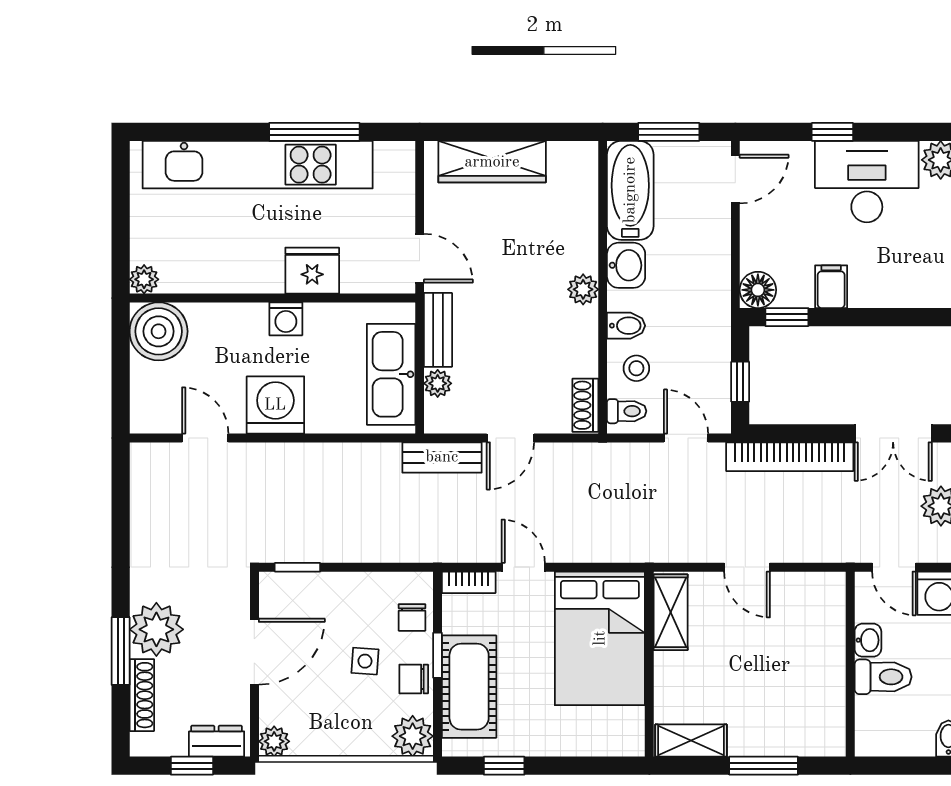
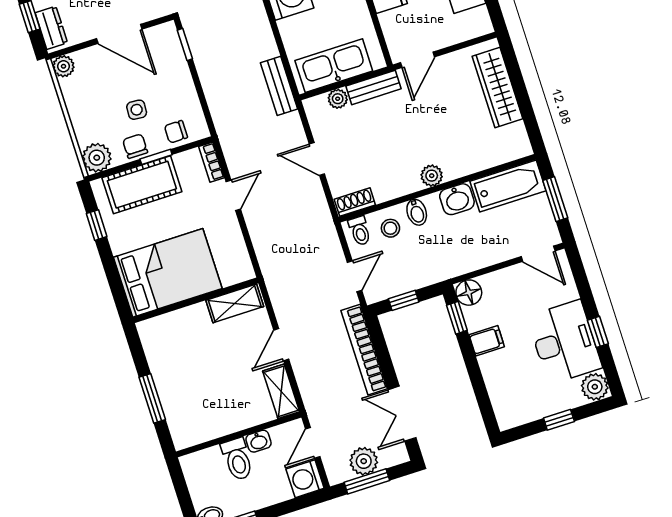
window: (832, 132) -> (598, 332), moved
bench: (442, 457) -> (279, 86), moved
bed: (600, 638) -> (168, 273), moved, turned 180
shelving: (691, 741) -> (281, 391), moved

